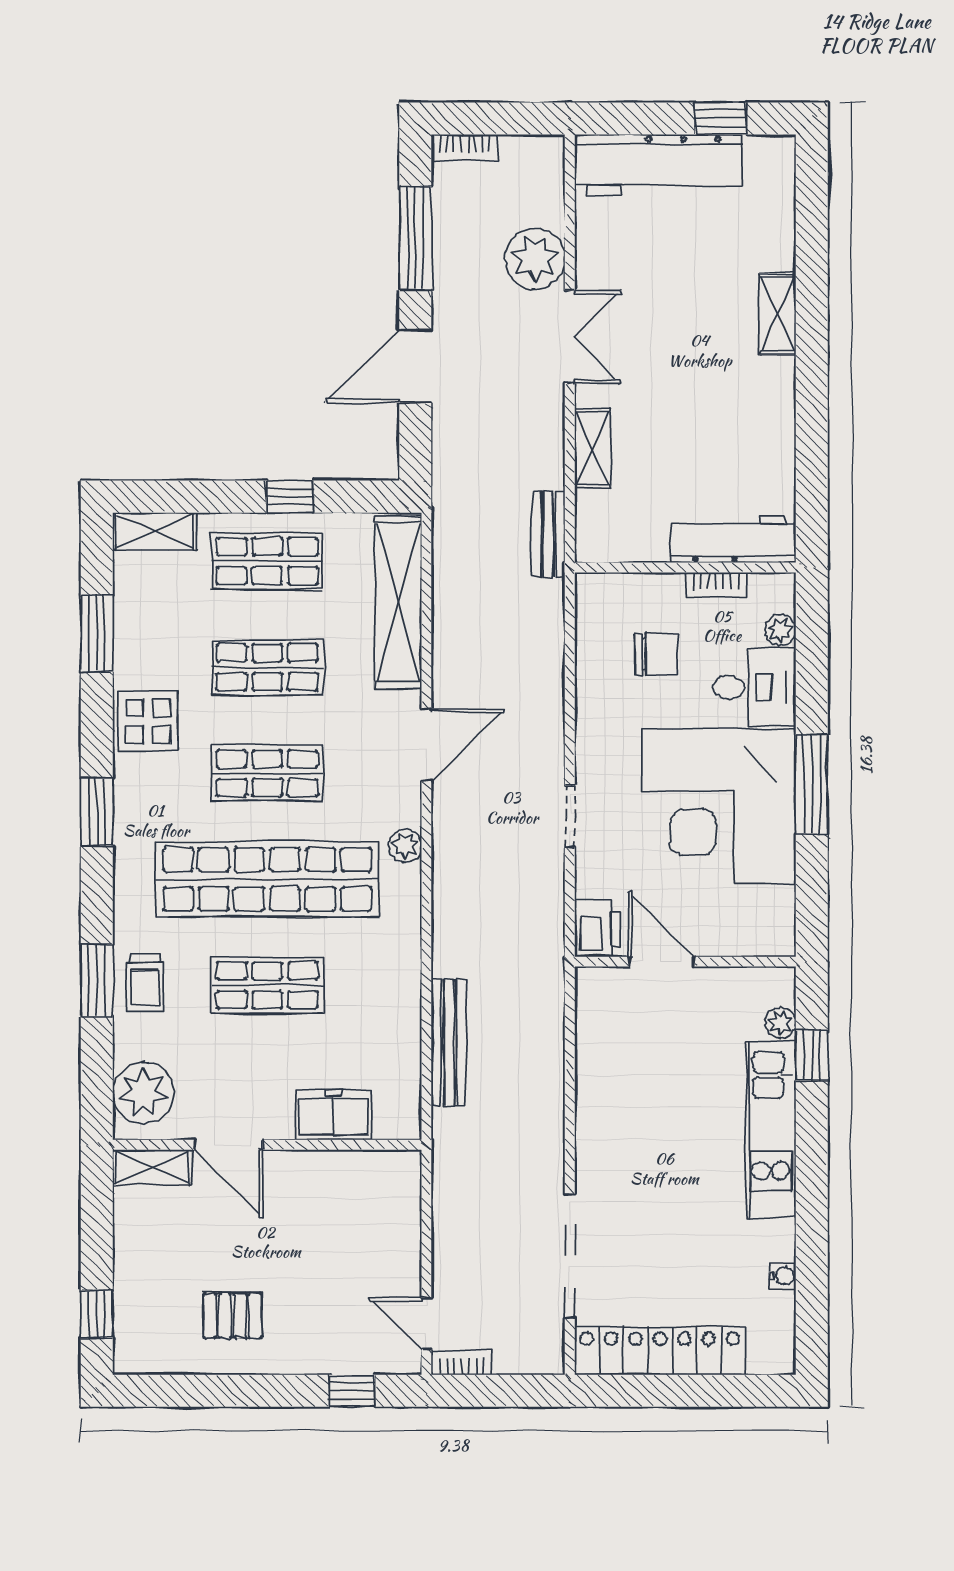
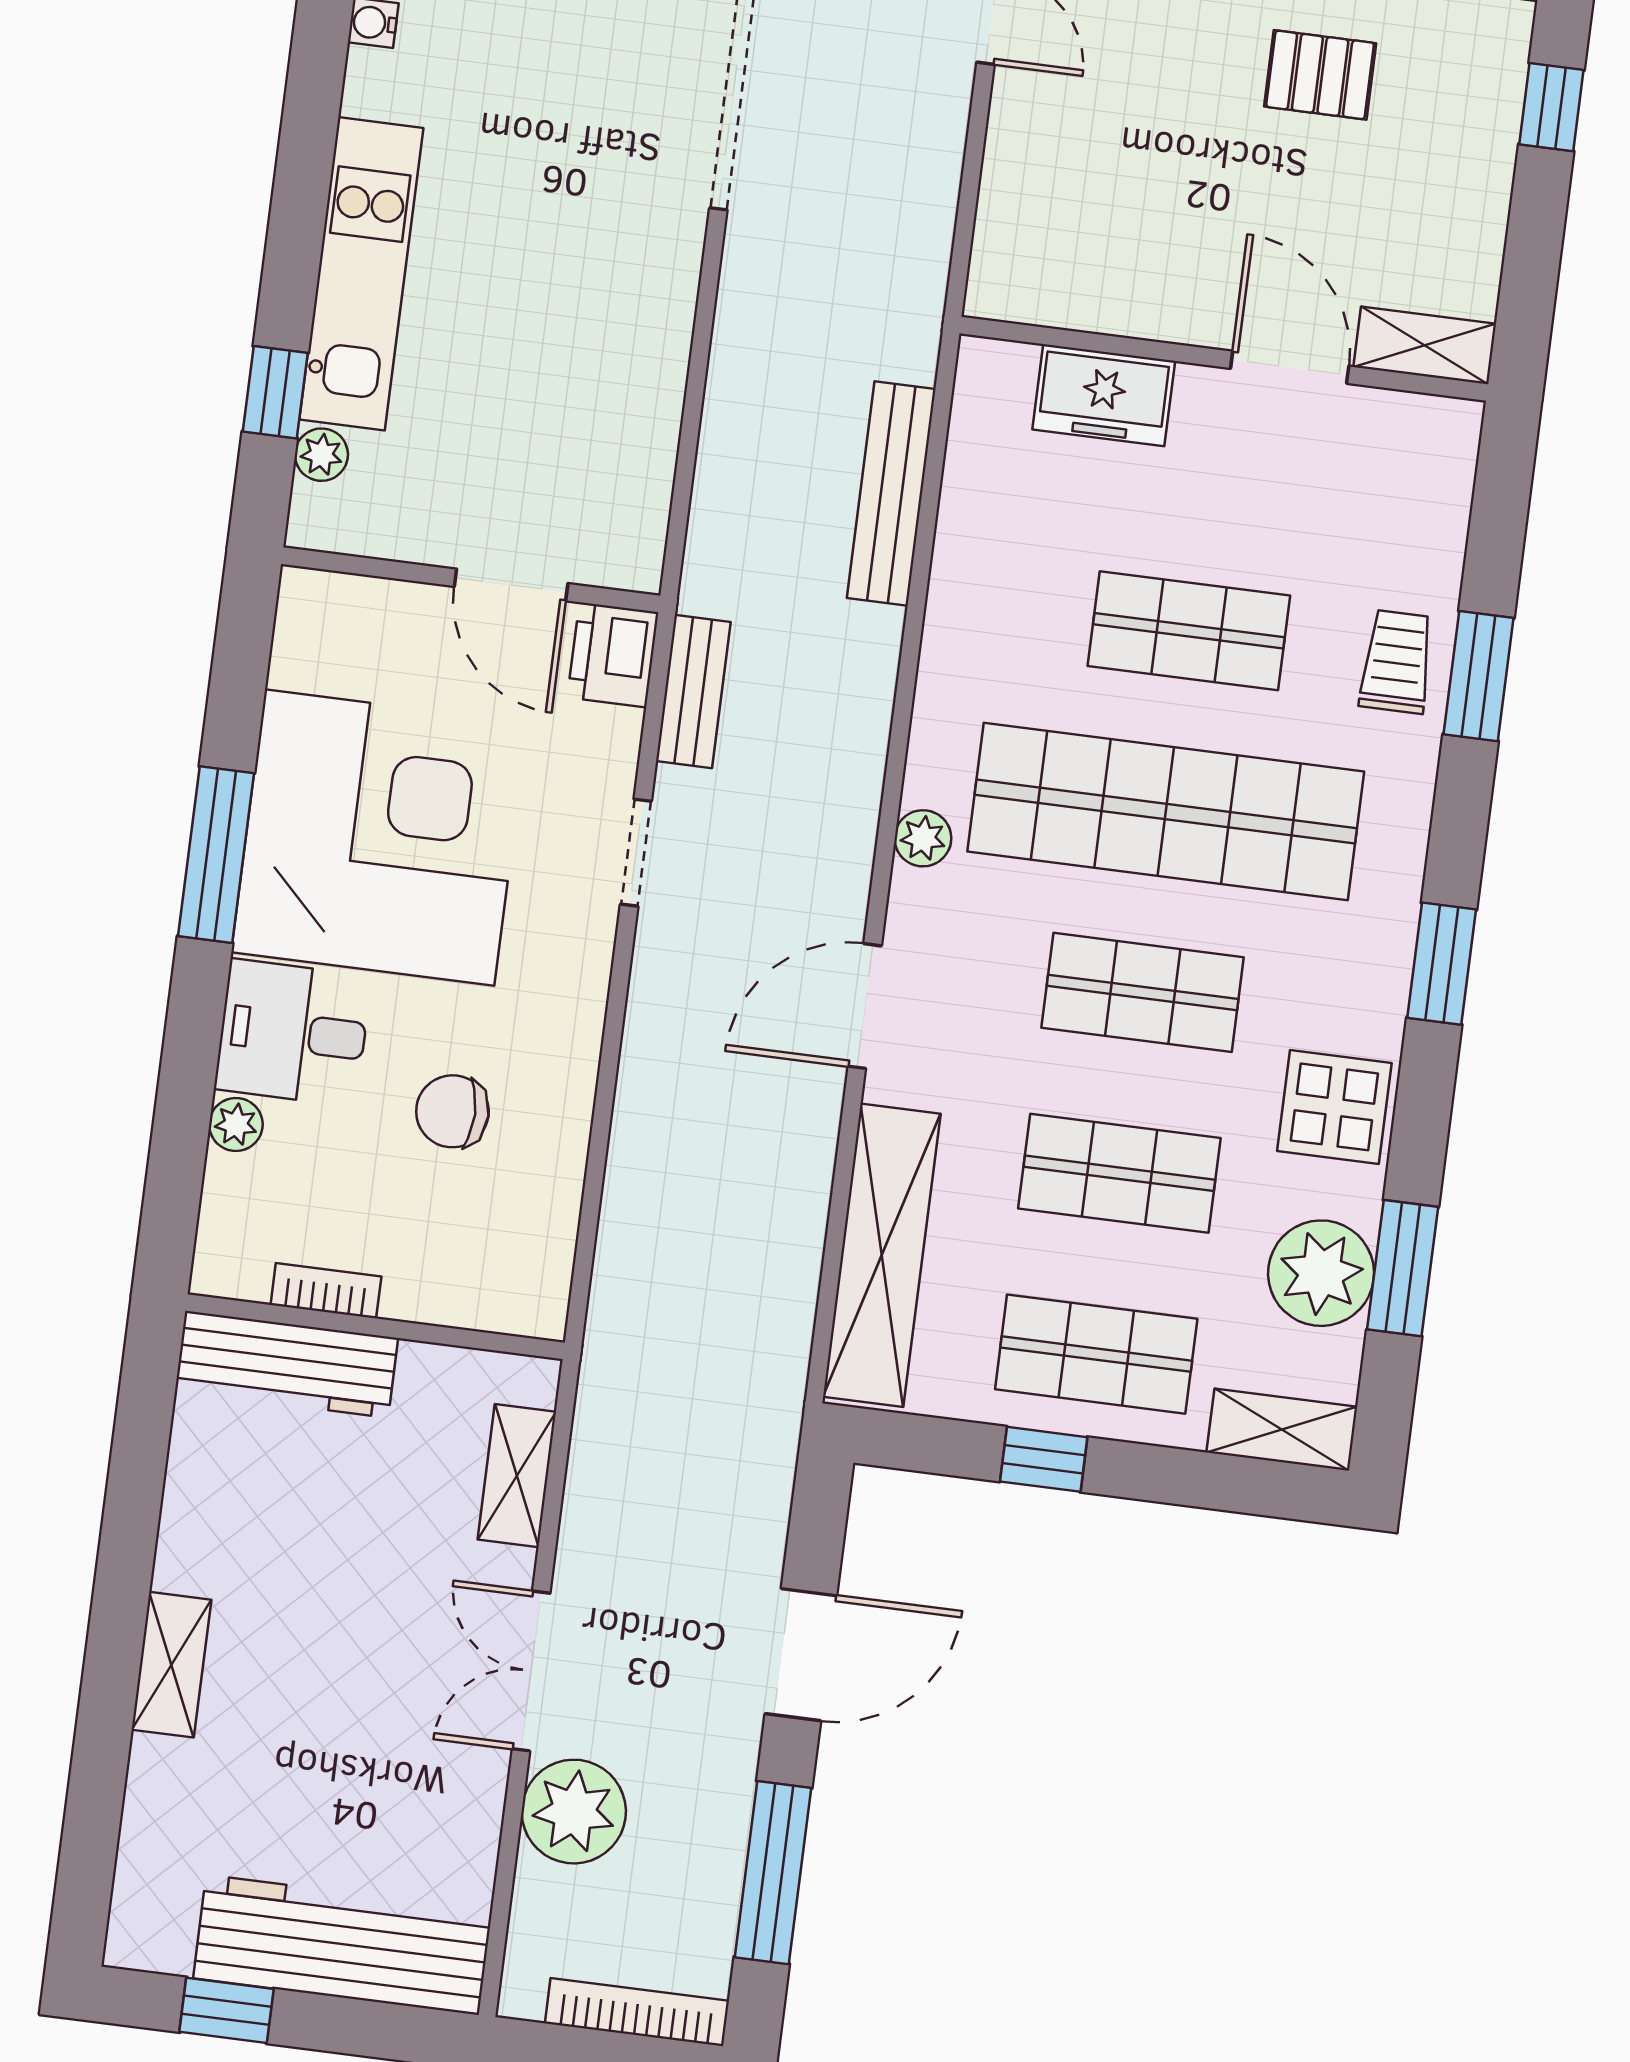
bookcase: (465, 148) -> (637, 2012), width x1.56
bench: (549, 534) -> (693, 692), moved
workbench: (733, 539) -> (287, 1364), moved
wall: (685, 567) -> (375, 1327), moved
bookcase: (716, 585) -> (326, 1291), moved
plant: (143, 1093) -> (1321, 1273), moved

